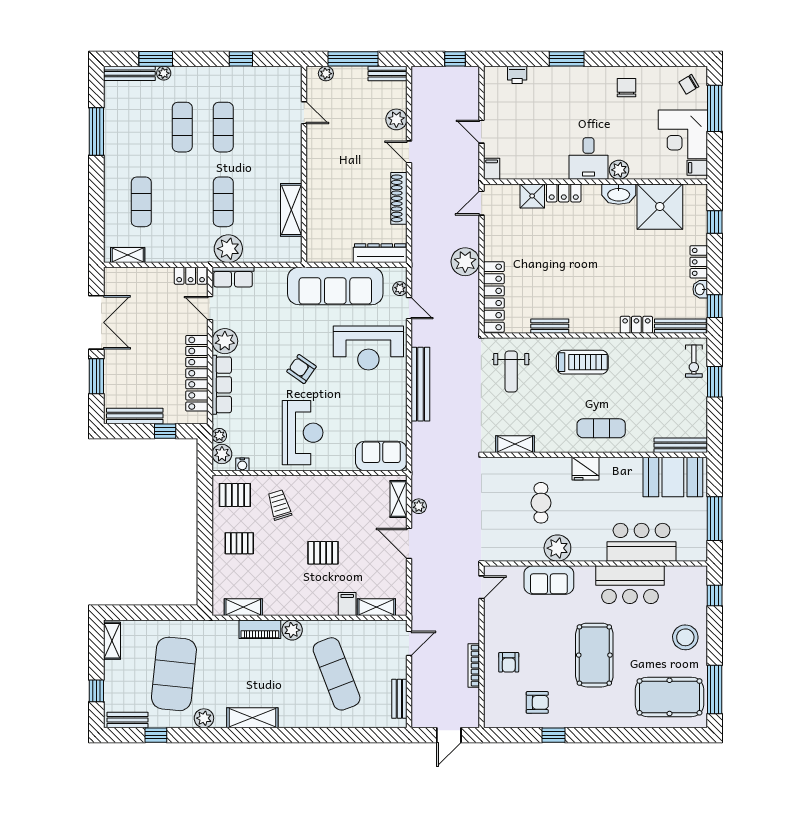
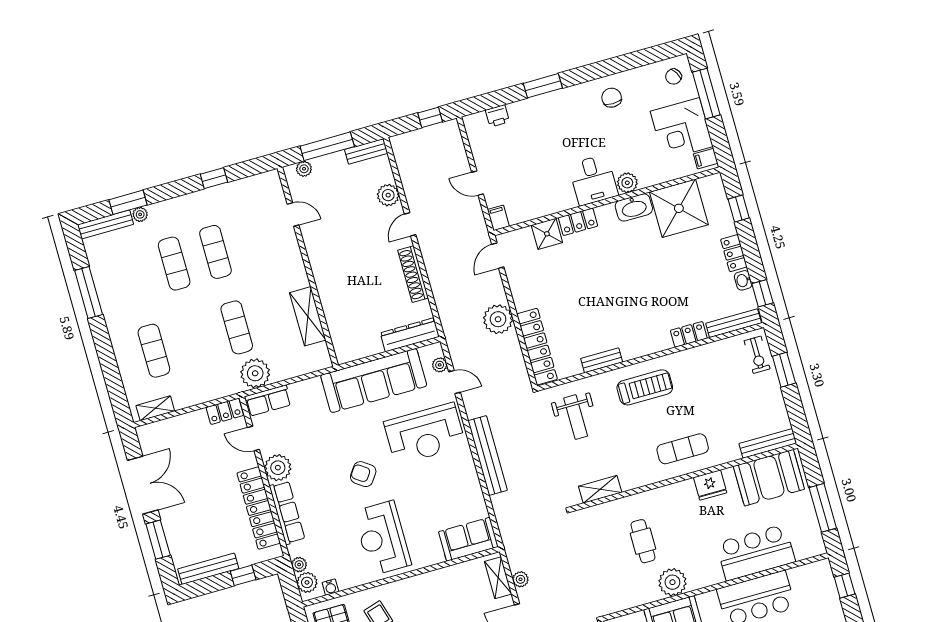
door: (409, 152) -> (410, 224), hinge flipped
reception desk: (303, 433) -> (382, 538), turned 180
fridge: (586, 469) -> (710, 485), moved

